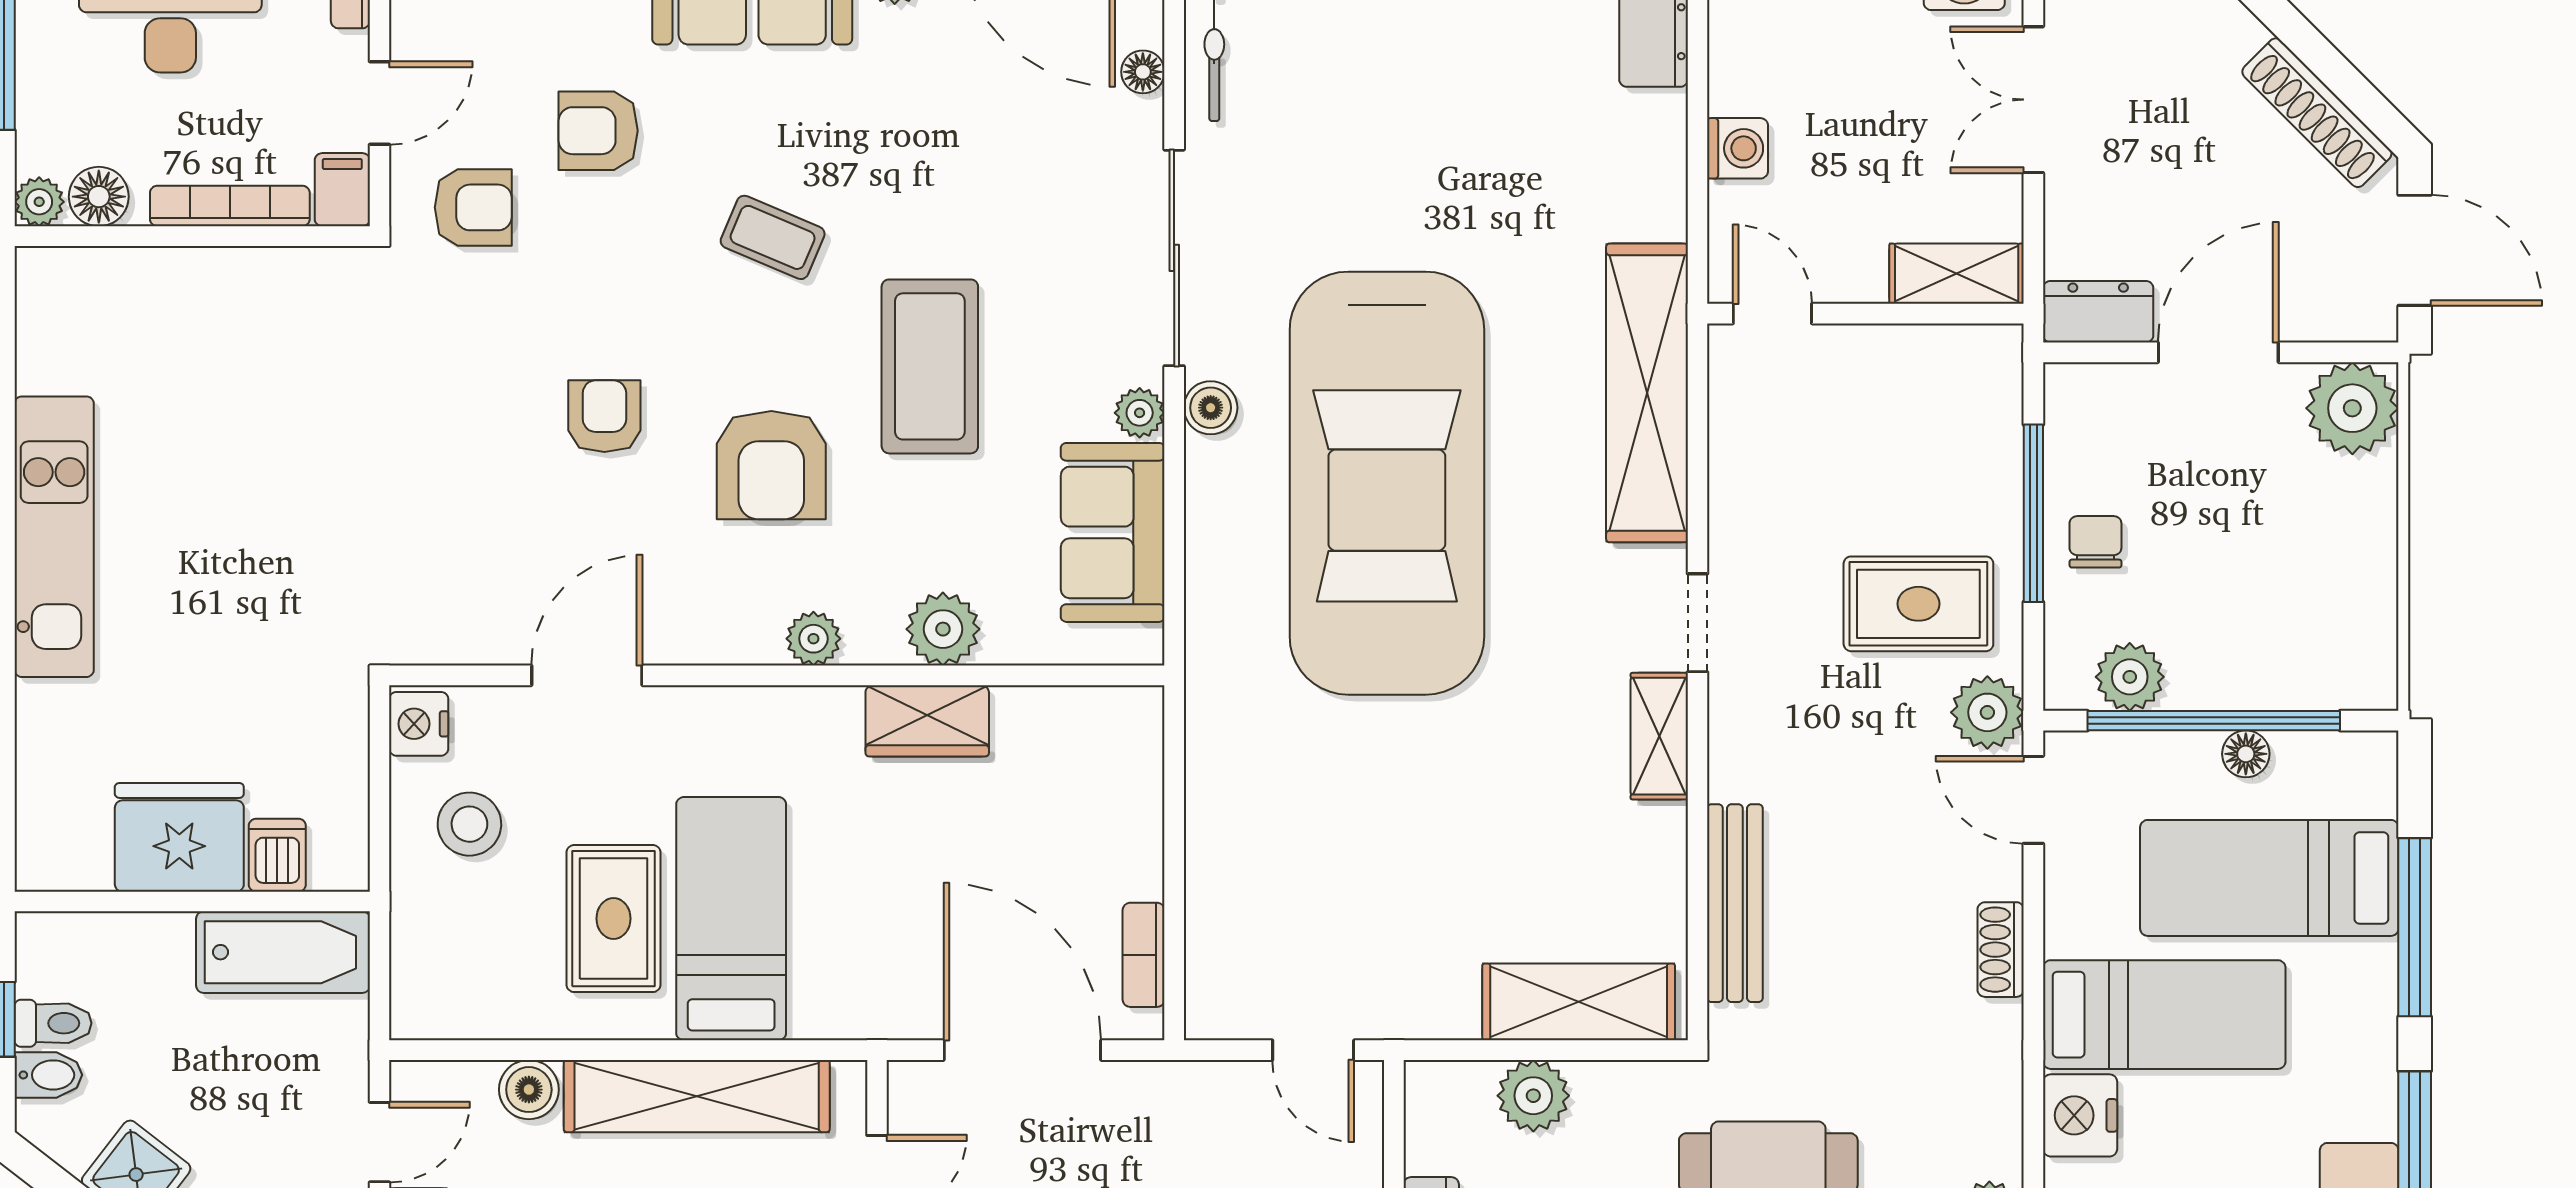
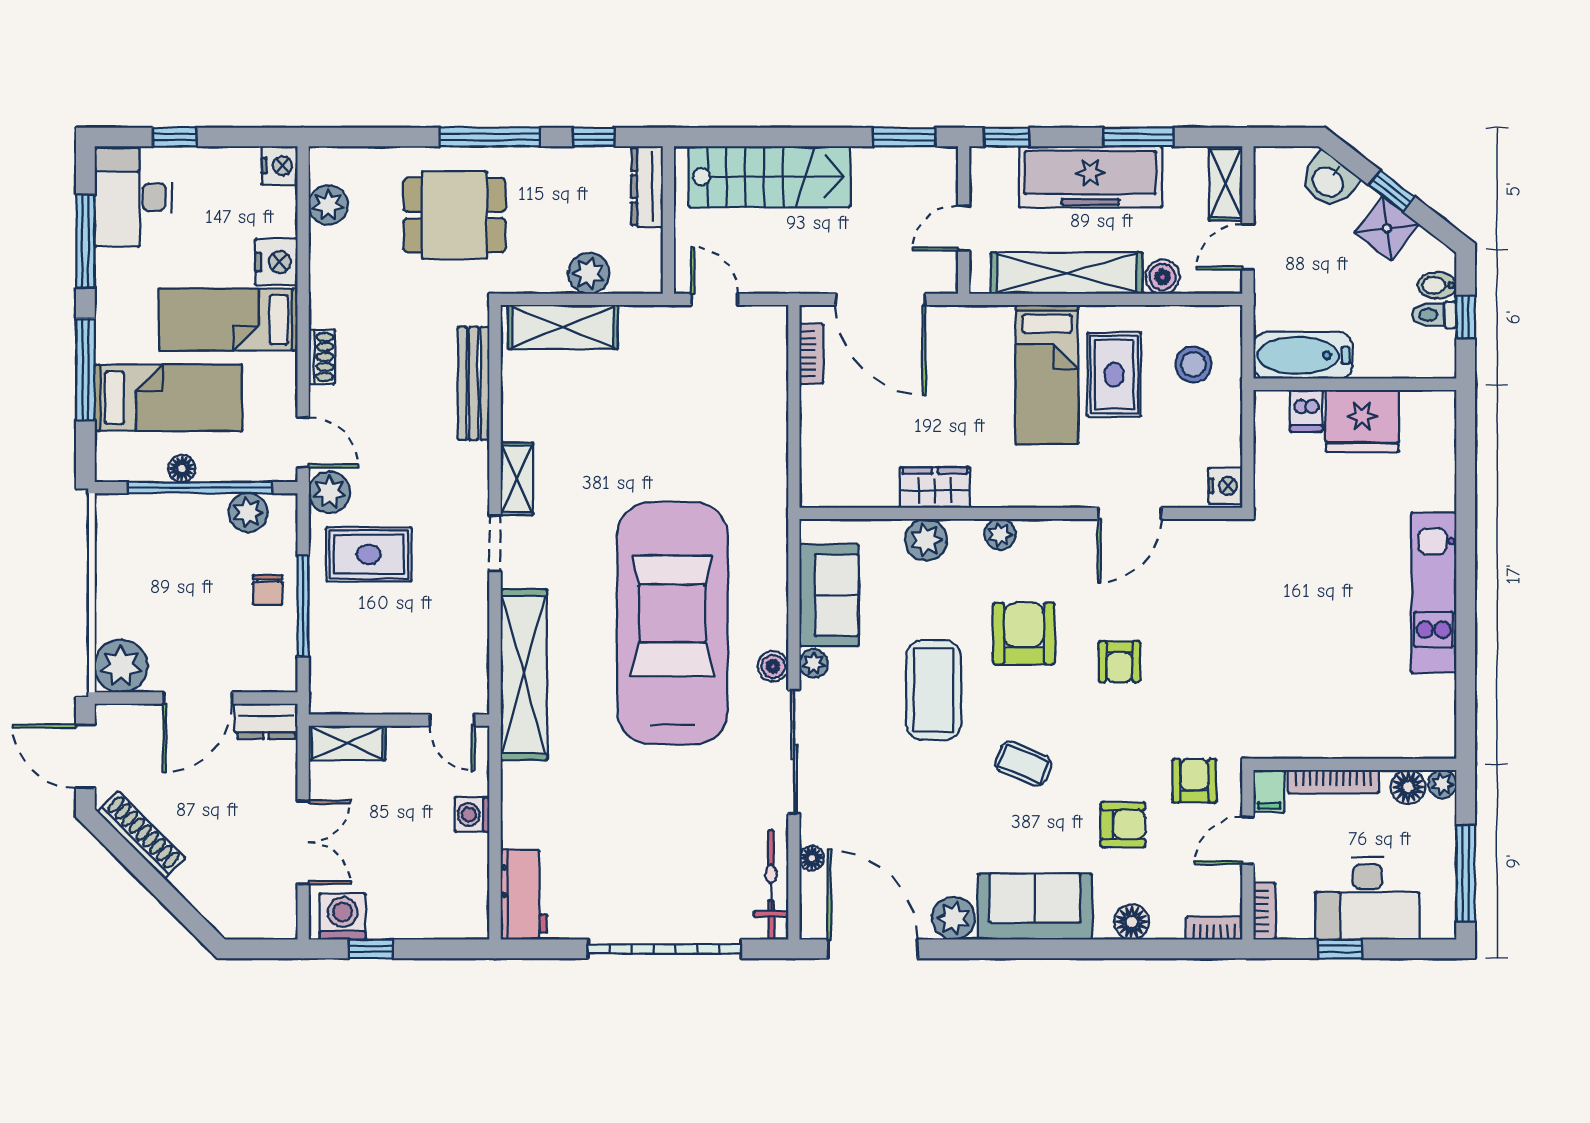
armchair: (473, 207) -> (1194, 781), turned 90
stool: (469, 824) -> (1193, 364), moved

